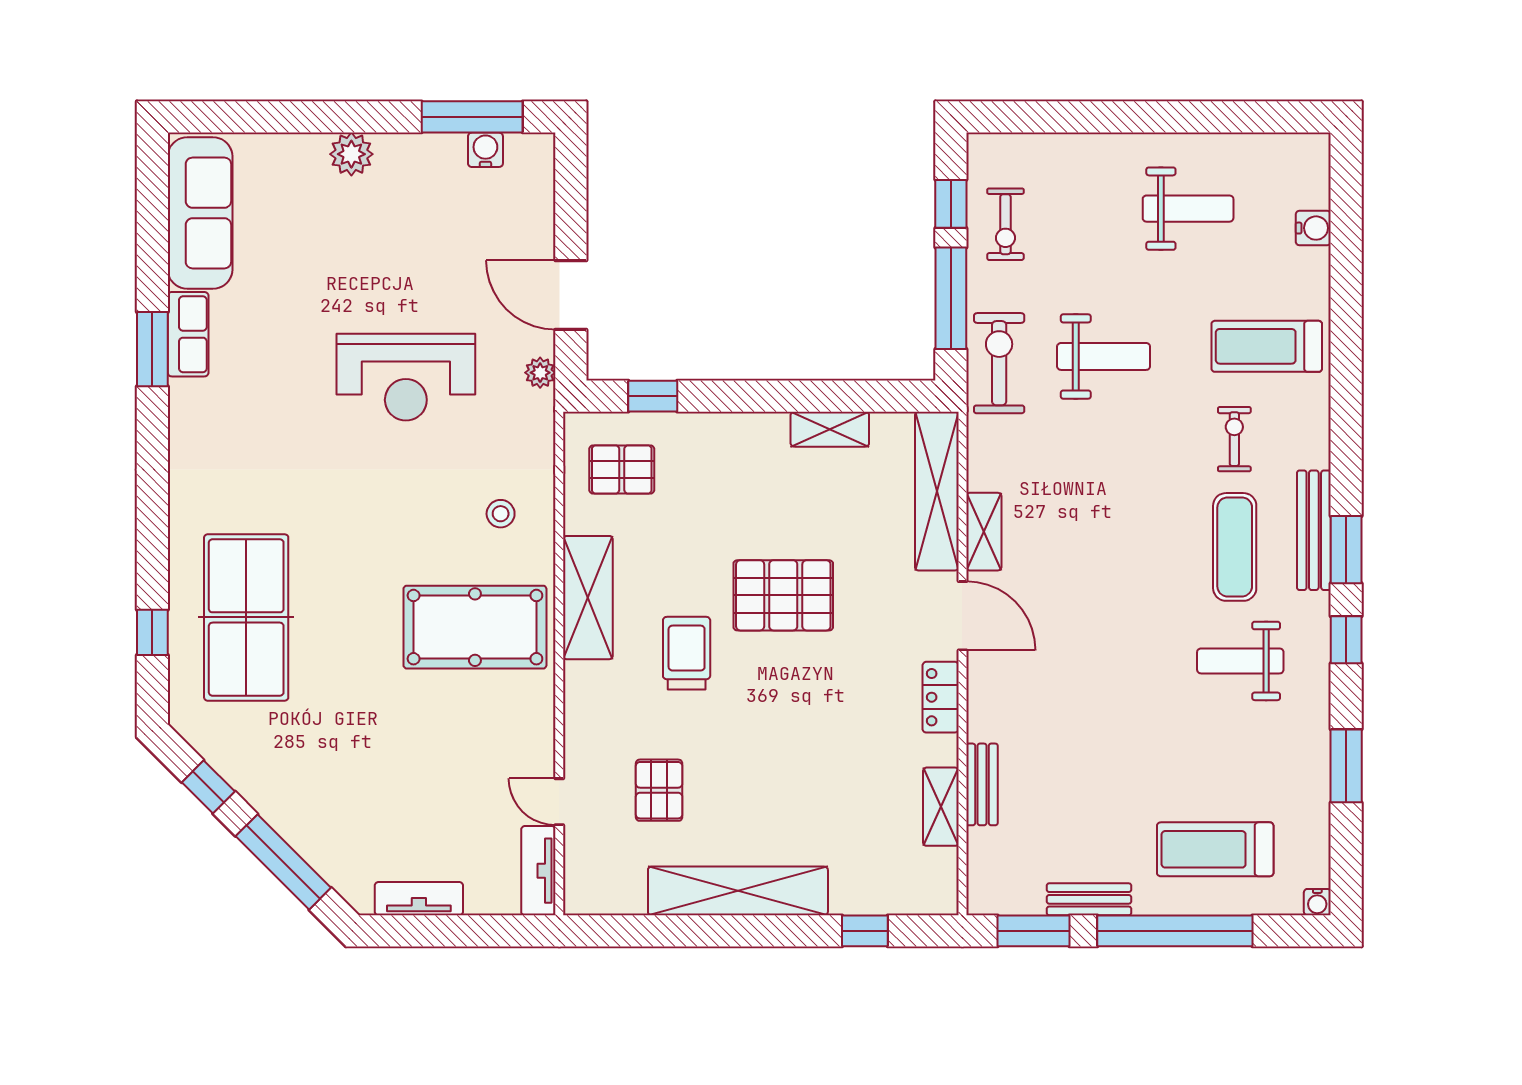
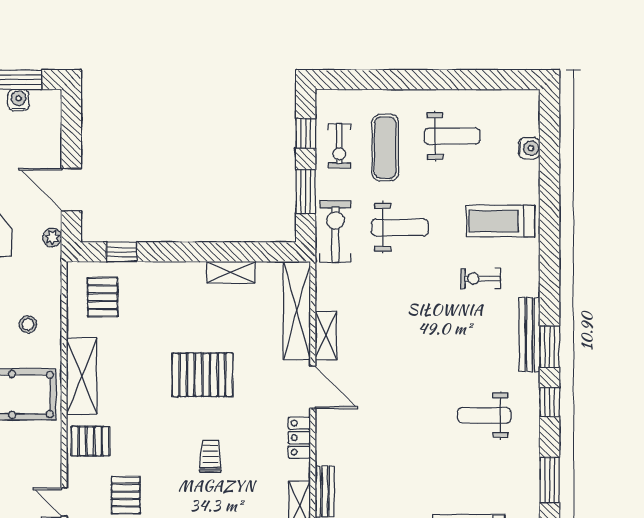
window: (951, 298) -> (306, 191), width x0.69
exercise bike: (1234, 439) -> (481, 278), turned -90
pallet: (622, 469) -> (103, 297), turned 90
exercise mat: (1235, 547) -> (385, 148), moved
trolley: (687, 653) -> (210, 456), moved, width x0.73, depth x0.72
pallet: (602, 703) -> (90, 441), added

